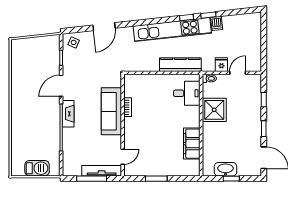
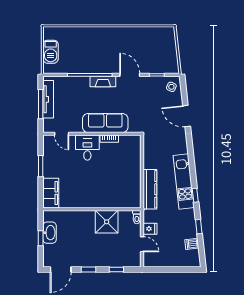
window: (208, 15) -> (199, 227), moved
dishwasher: (217, 23) -> (192, 244), moved
kitchen unit: (172, 30) -> (184, 181), width x0.73
desk: (187, 93) -> (87, 148), moved, turned 180
filing cabinet: (192, 144) -> (51, 193), moved, turned 90
tv unit: (102, 171) -> (48, 99), moved

